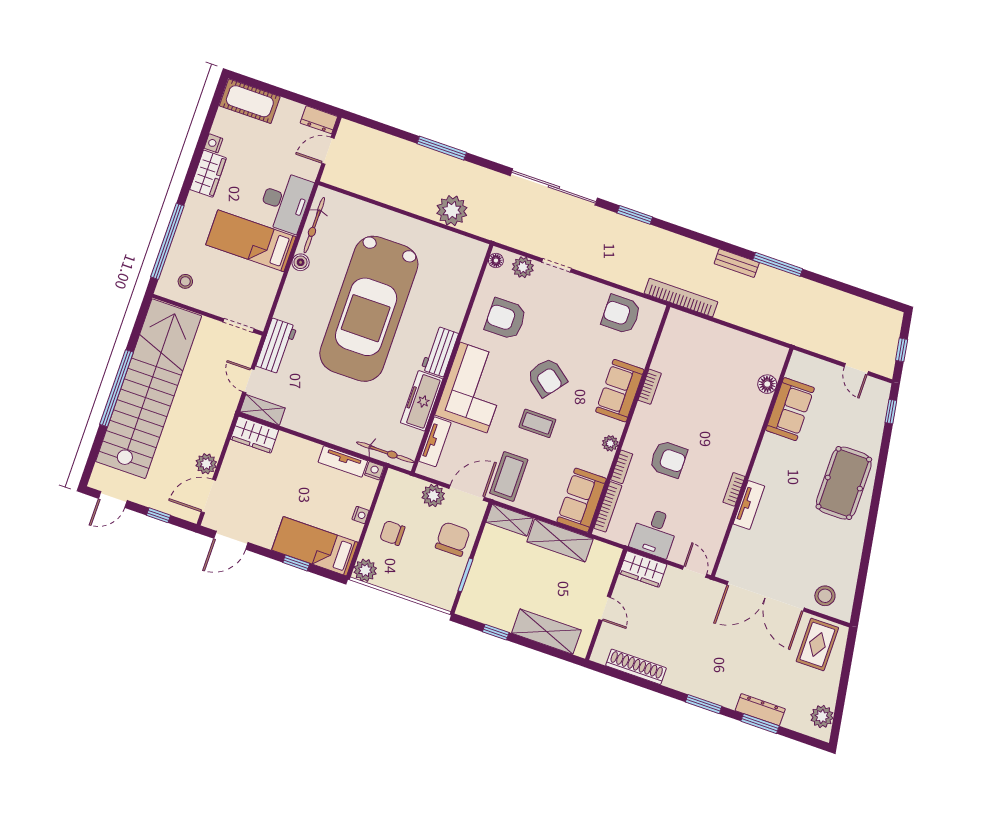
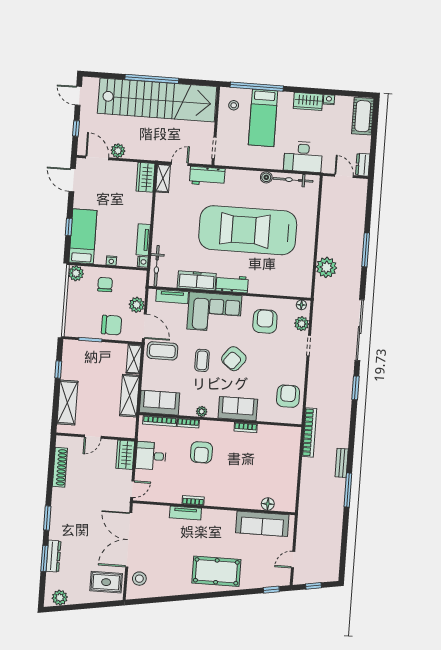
bed: (251, 241) -> (263, 118), moved, turned 180
sofa: (790, 409) -> (262, 524), width x1.36

